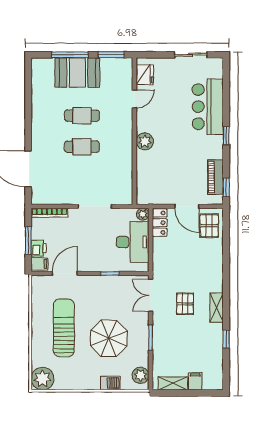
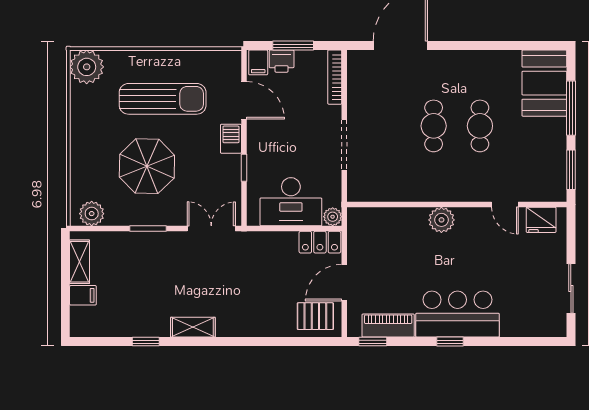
booth: (77, 73) -> (544, 83), moved
bar counter: (208, 107) -> (457, 314), moved
pallet: (185, 304) -> (199, 280), removed
barbecue: (110, 383) -> (231, 139), moved, turned 180

